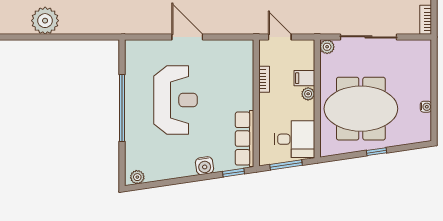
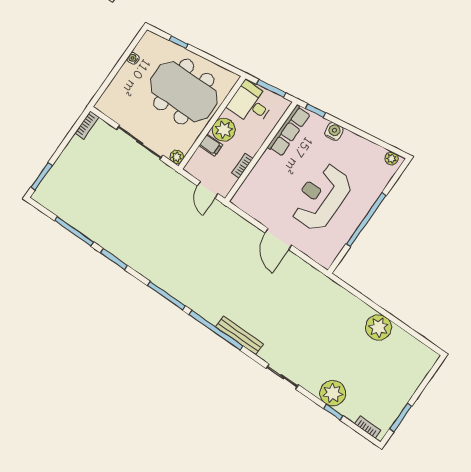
plant: (308, 94) -> (224, 130), width x1.88, depth x1.88
window: (377, 152) -> (178, 42), moved

